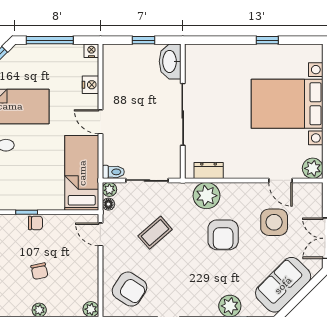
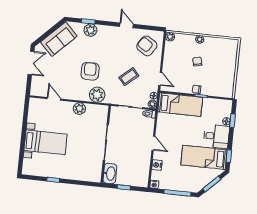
bed with nightstands: (287, 104) -> (46, 142), width x0.73
plant: (313, 168) -> (79, 109), moved
dresser: (209, 170) -> (95, 109), removed
bed: (82, 173) -> (180, 105), moved, turned -90
side table: (274, 222) -> (60, 75), removed

